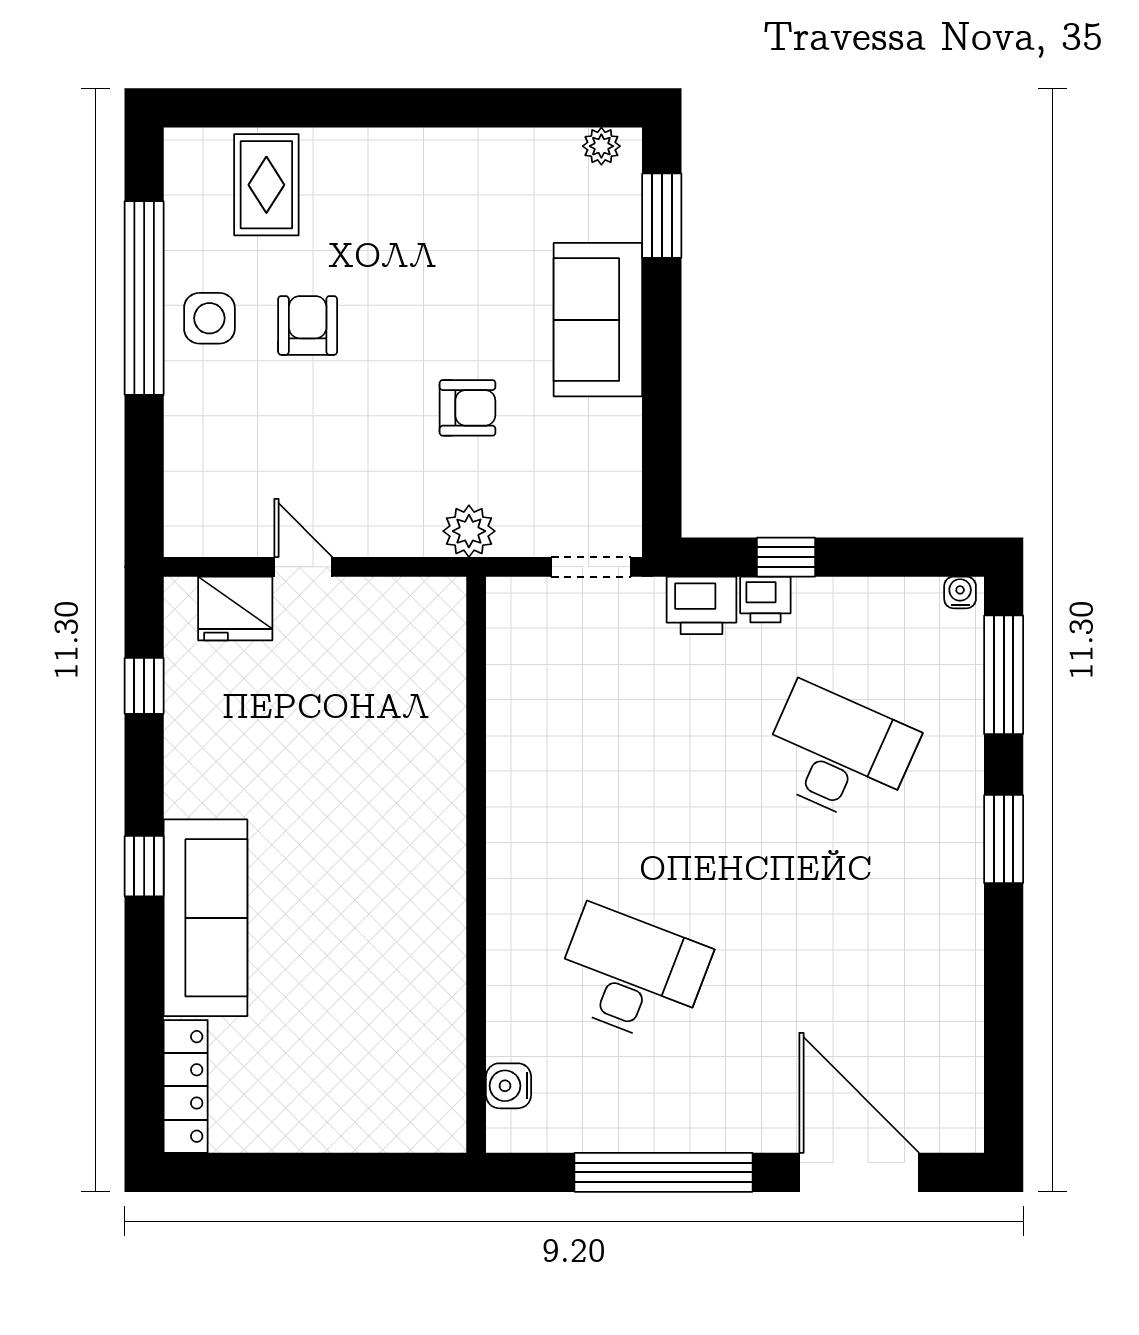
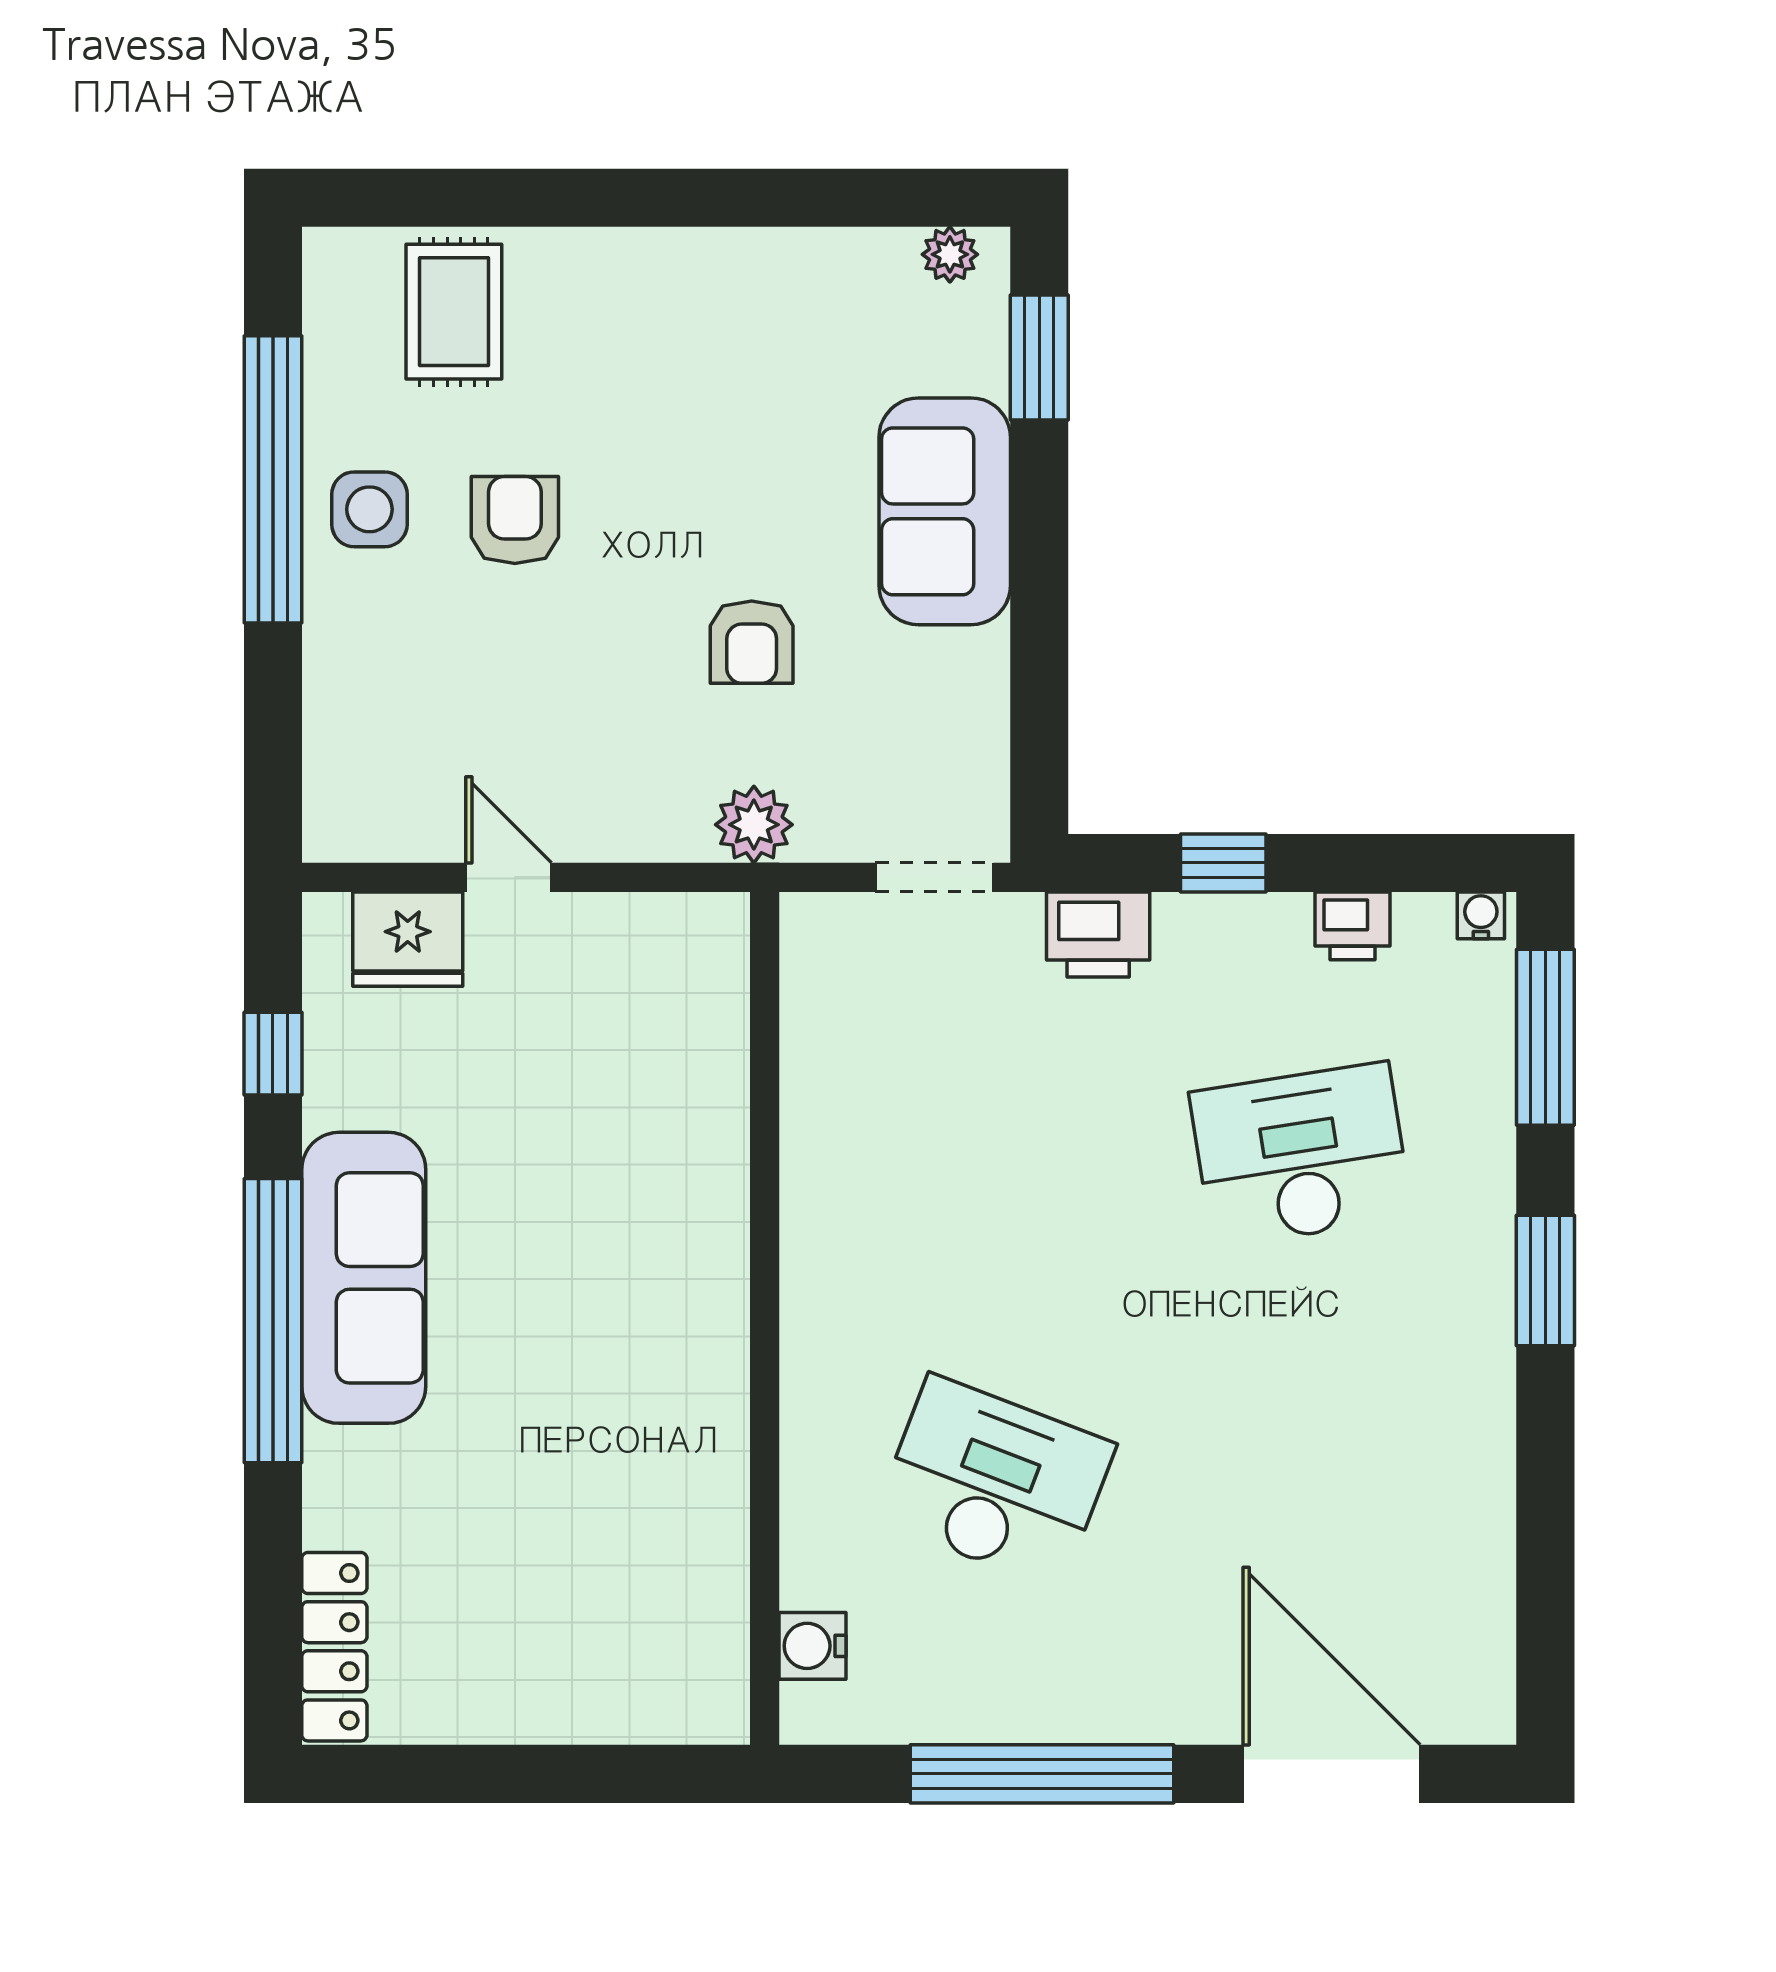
armchair: (468, 408) -> (752, 642), turned 90
printer: (765, 600) -> (1352, 926), moved
desk: (838, 754) -> (1301, 1155), turned -33
window: (144, 866) -> (273, 1321), width x3.17
sofa: (206, 918) -> (364, 1278), moved

